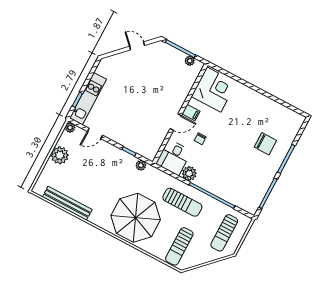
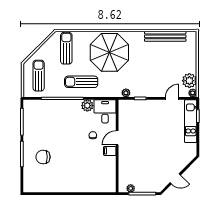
corner desk: (214, 90) -> (102, 177), removed
plant: (60, 155) -> (189, 81), moved

